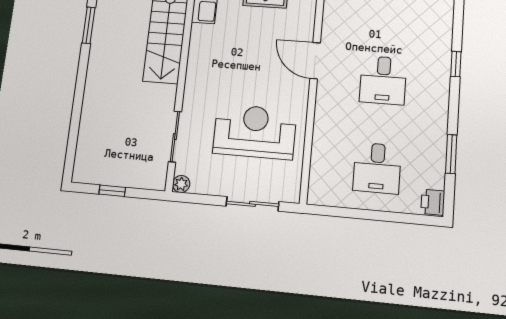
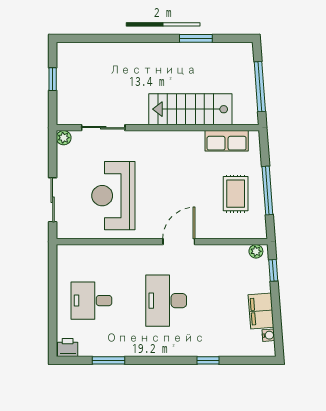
window: (456, 64) -> (208, 360), moved
desk: (383, 80) -> (166, 301), width x1.37
reception desk: (255, 132) -> (113, 196), turned 180

